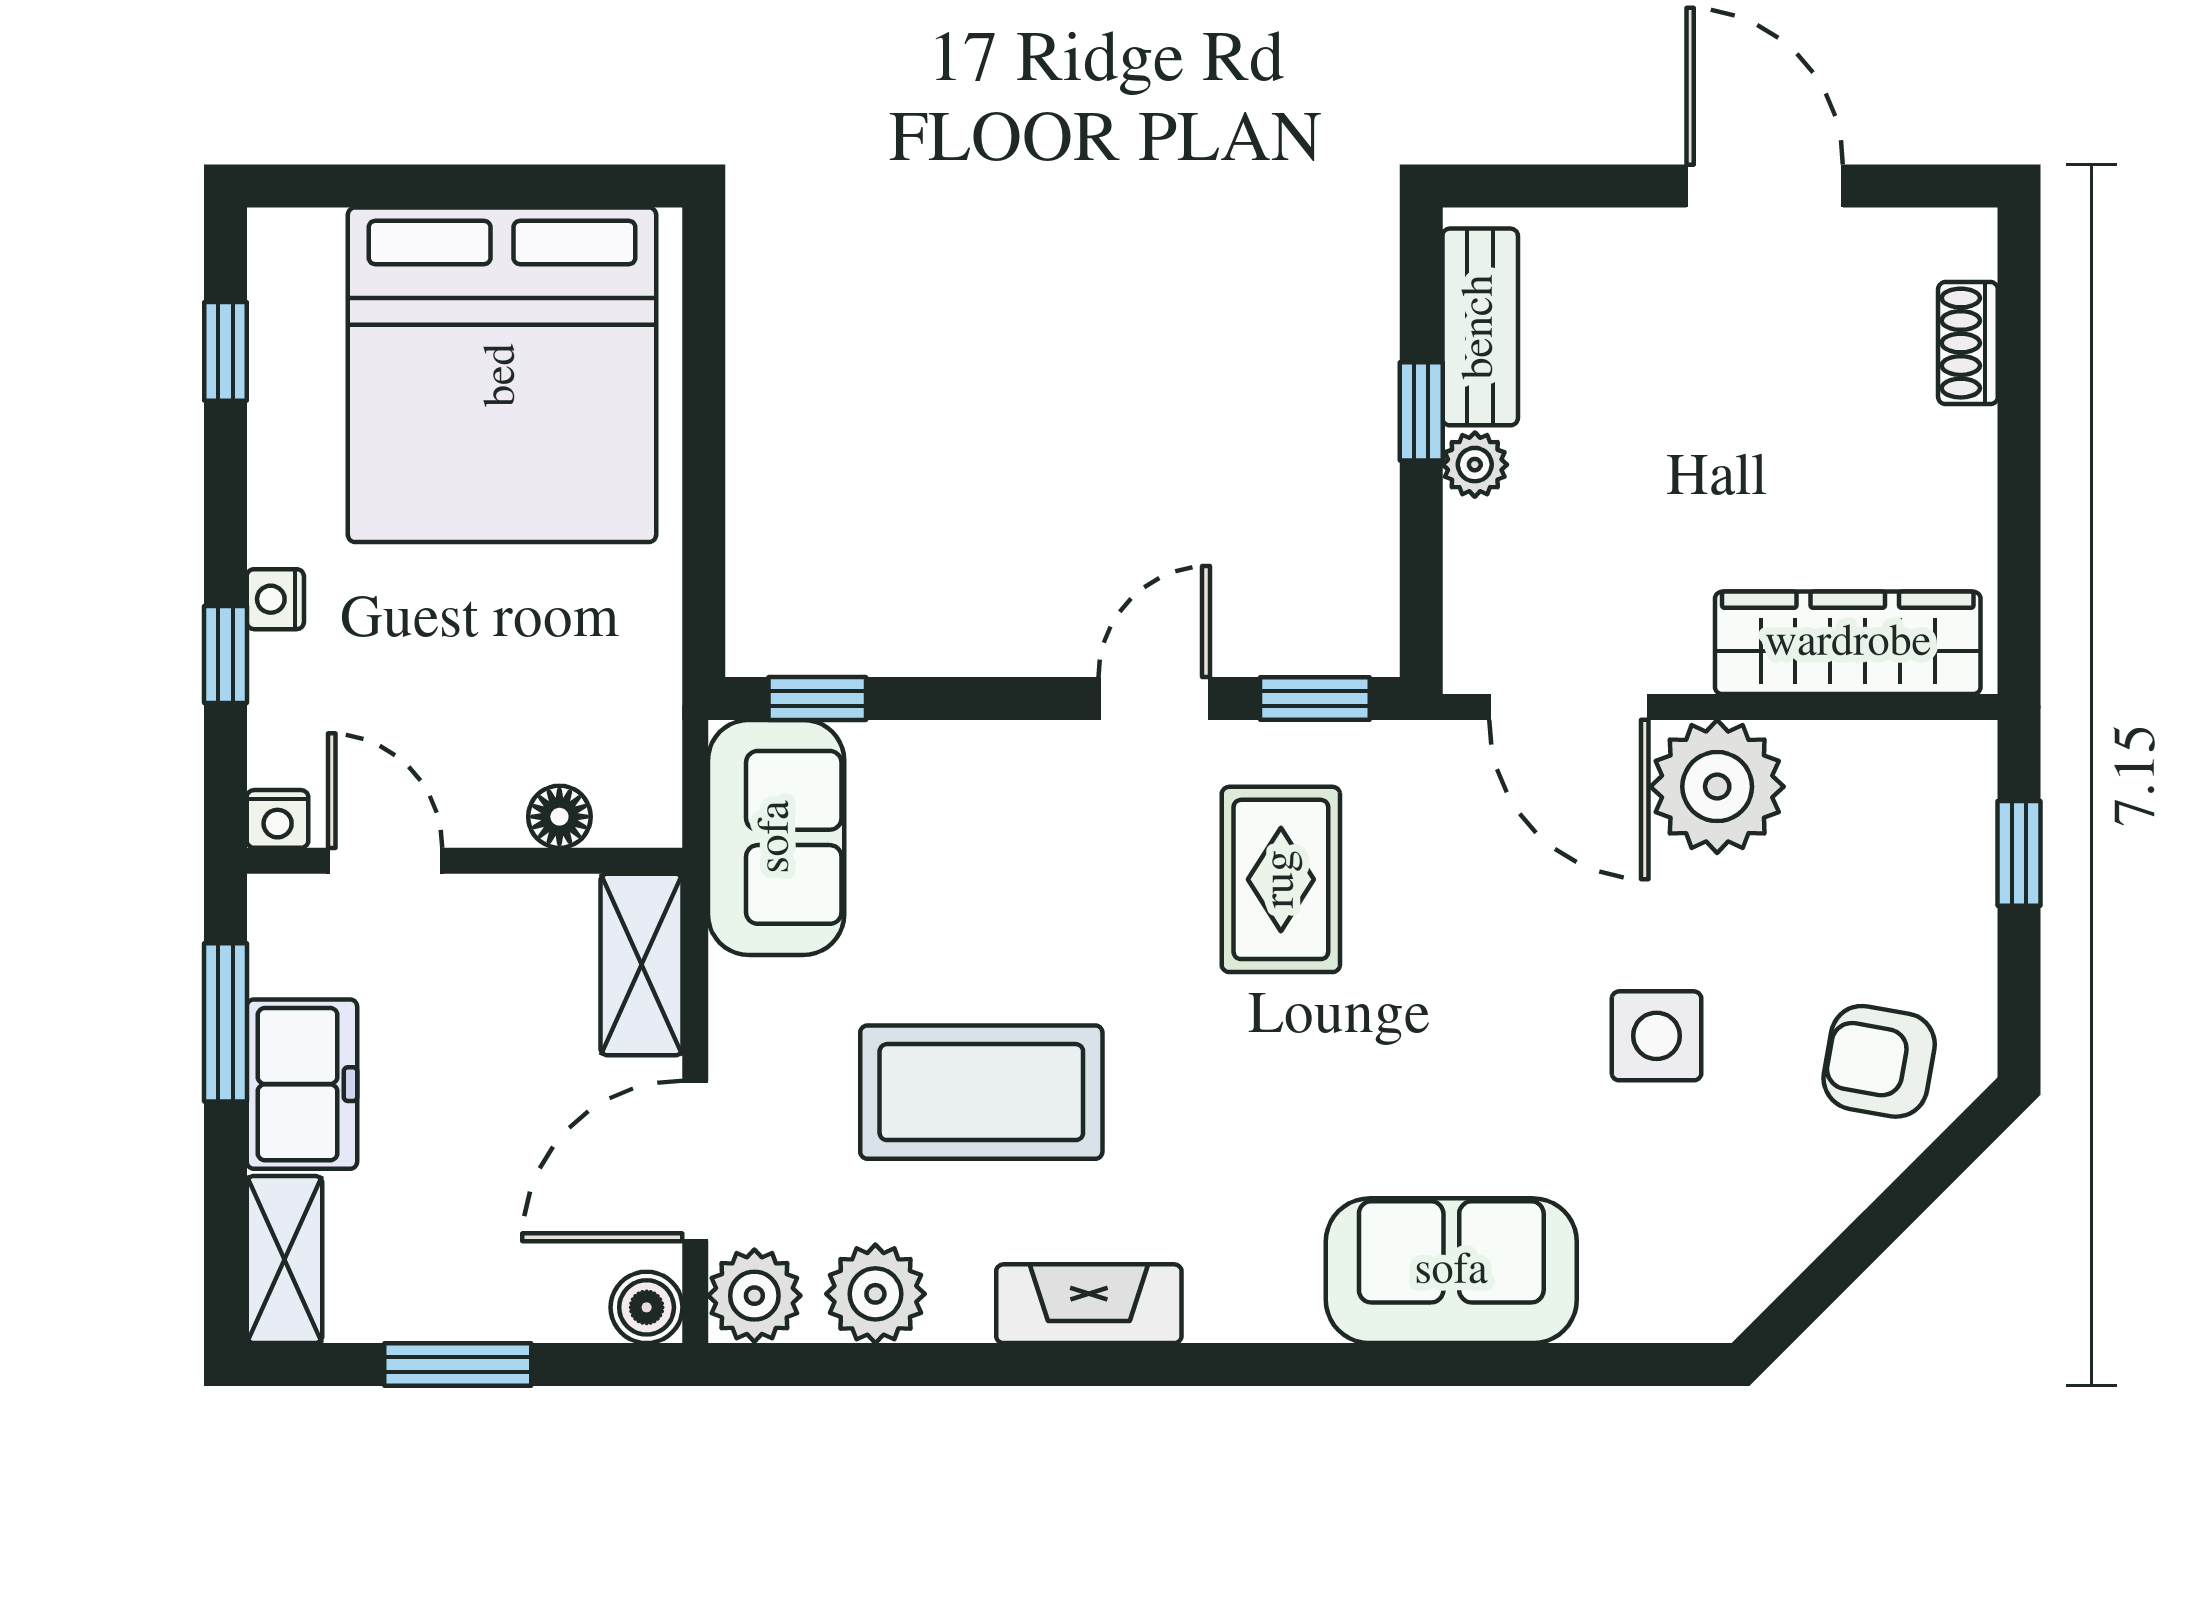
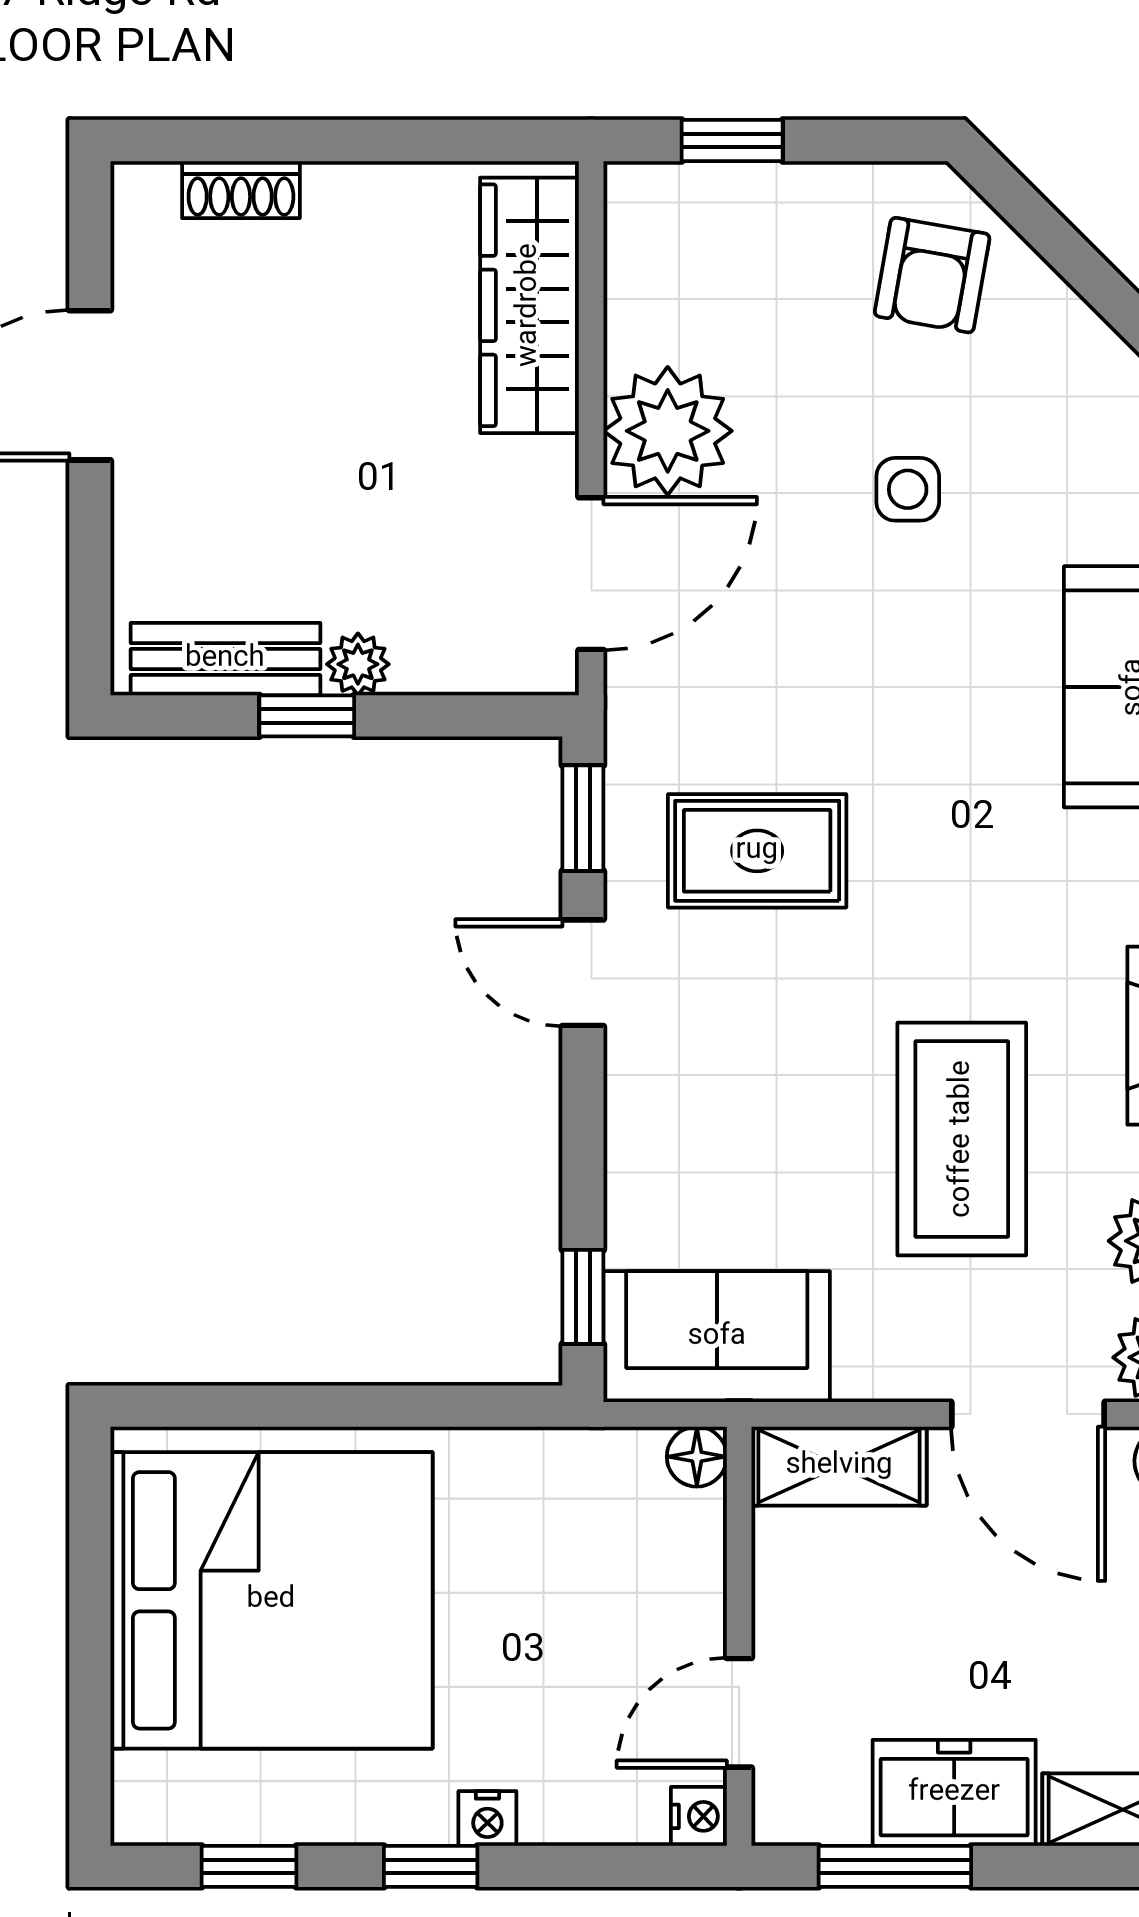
window: (225, 655) -> (431, 1866), moved
floor lamp: (559, 817) -> (697, 1457), moved
side table: (1657, 1036) -> (908, 489), width x0.73, depth x0.73

